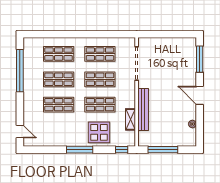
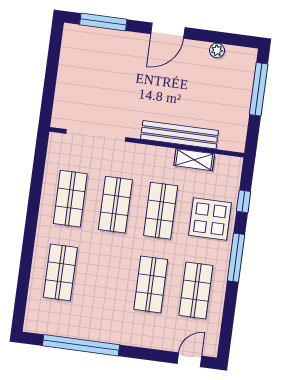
shop shelf: (59, 79) -> (196, 290), moved
window: (122, 150) -> (244, 201), moved
window: (163, 150) -> (259, 89), moved

